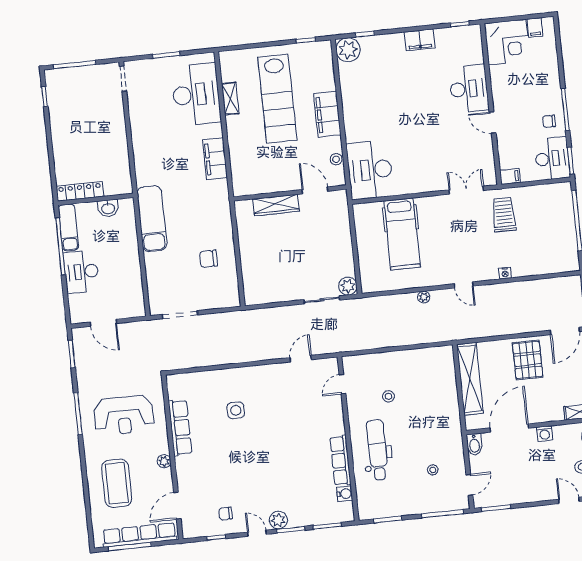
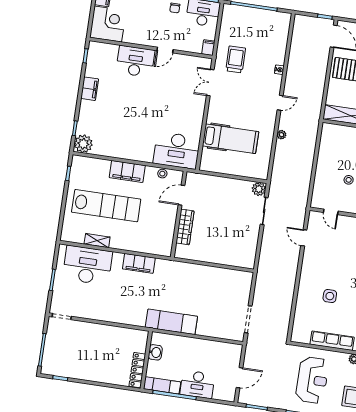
trolley: (504, 215) -> (236, 59), turned 90
chair: (208, 259) -> (212, 287), removed

